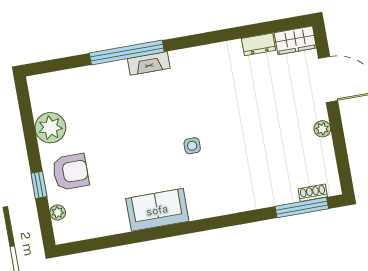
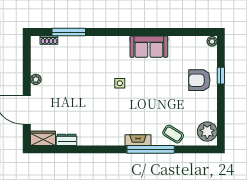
coffee table: (96, 82) -> (173, 134), added
plant: (50, 128) -> (207, 132), moved
window: (302, 208) -> (69, 32), moved
plant: (58, 212) -> (212, 41), moved

